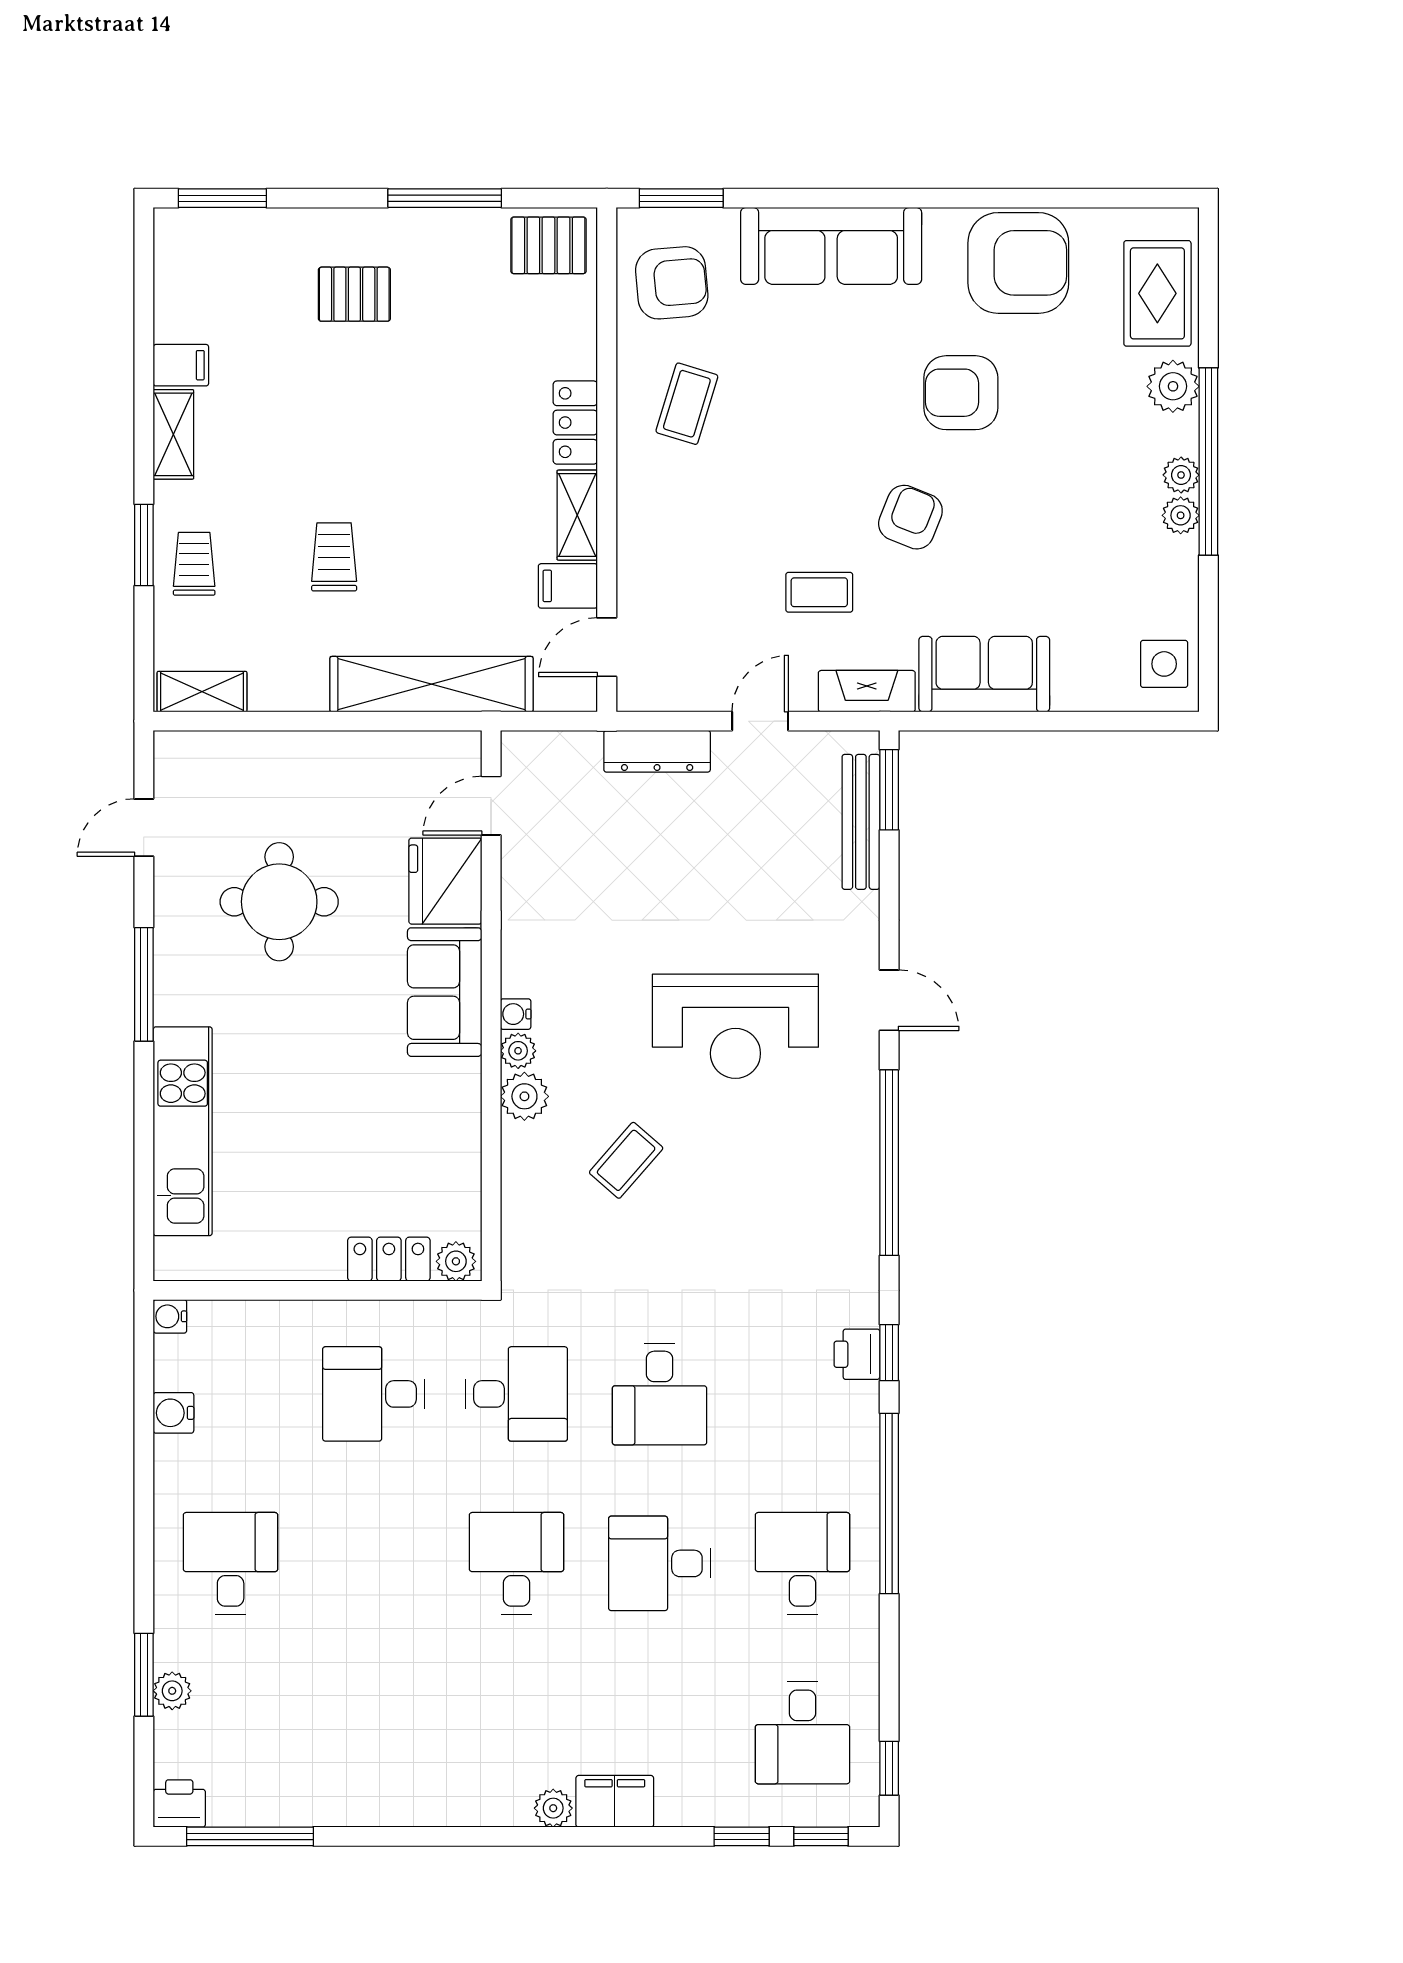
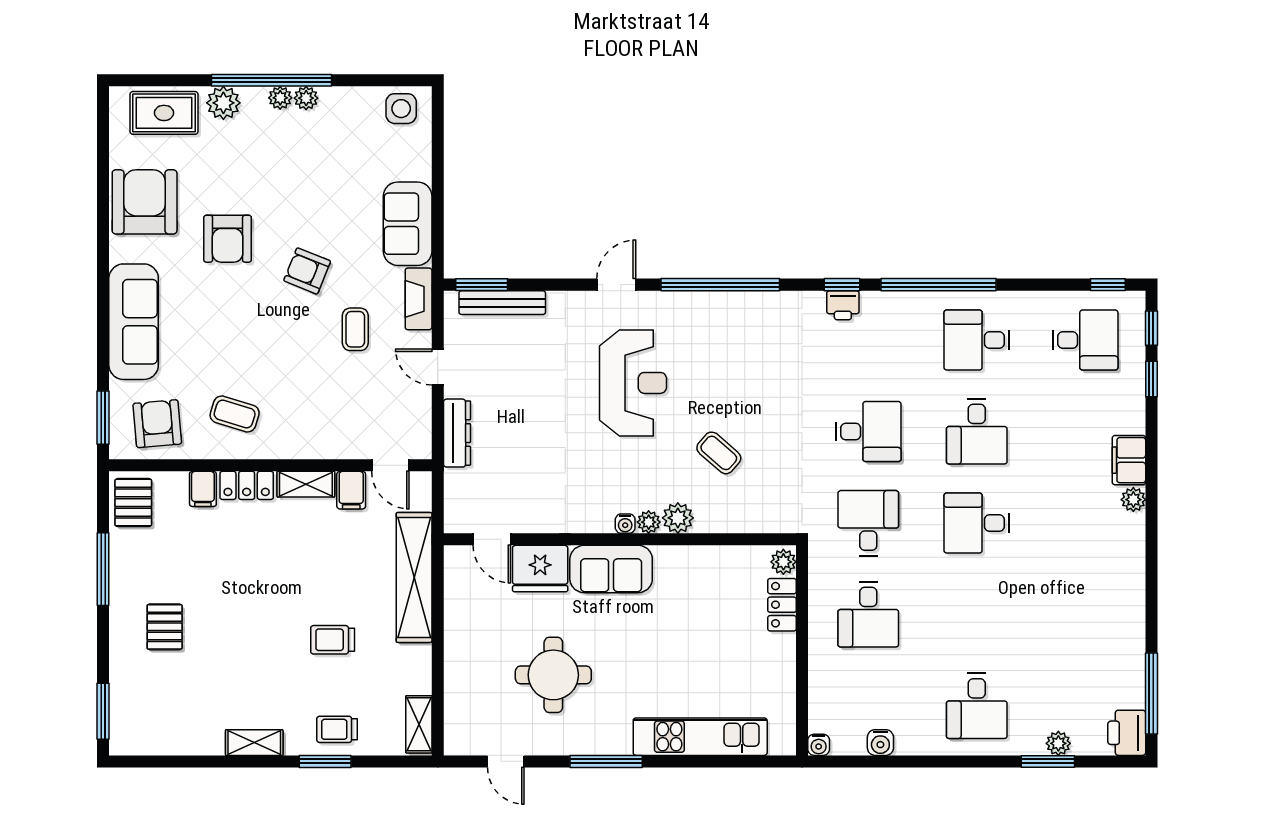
filing cabinet: (181, 365) -> (203, 489), moved, turned 180
desk: (231, 1563) -> (977, 706), turned -90
printer: (179, 1804) -> (1127, 733), width x1.36, depth x1.24

